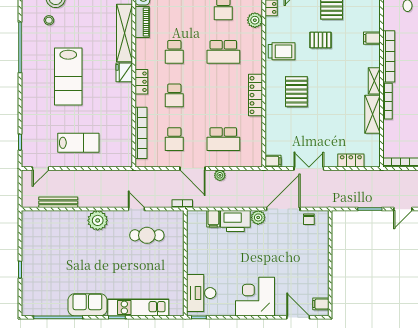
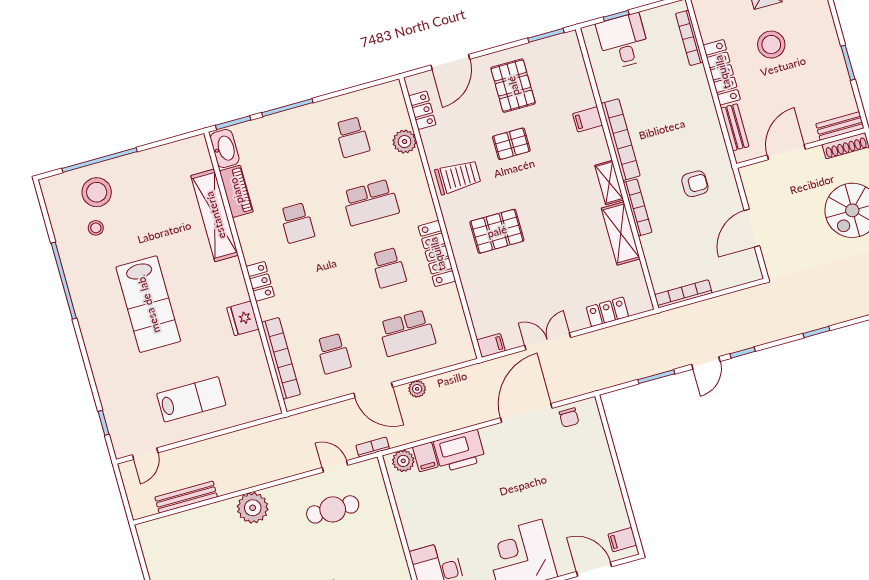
fridge: (124, 72) -> (243, 318), moved
pallet: (296, 92) -> (497, 231), turned 90
school desk: (174, 95) -> (389, 268), moved
door: (136, 209) -> (335, 466), moved
plant: (258, 217) -> (403, 461), moved

